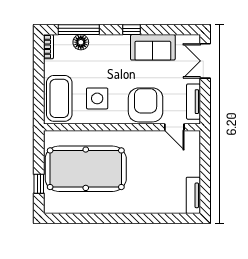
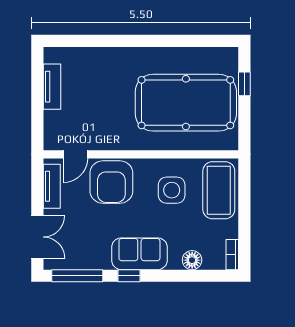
window: (79, 30) -> (77, 276), moved
sofa: (153, 47) -> (139, 254), moved
door: (174, 127) -> (75, 154), swing flipped
tv unit: (193, 195) -> (52, 87), moved

